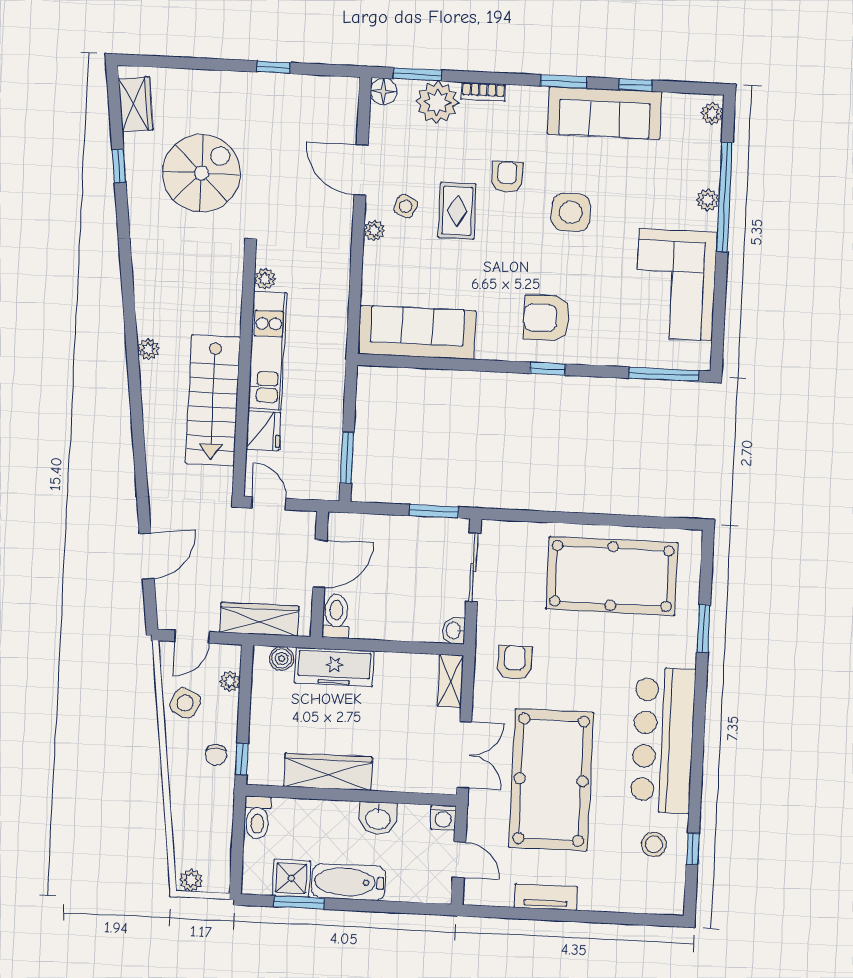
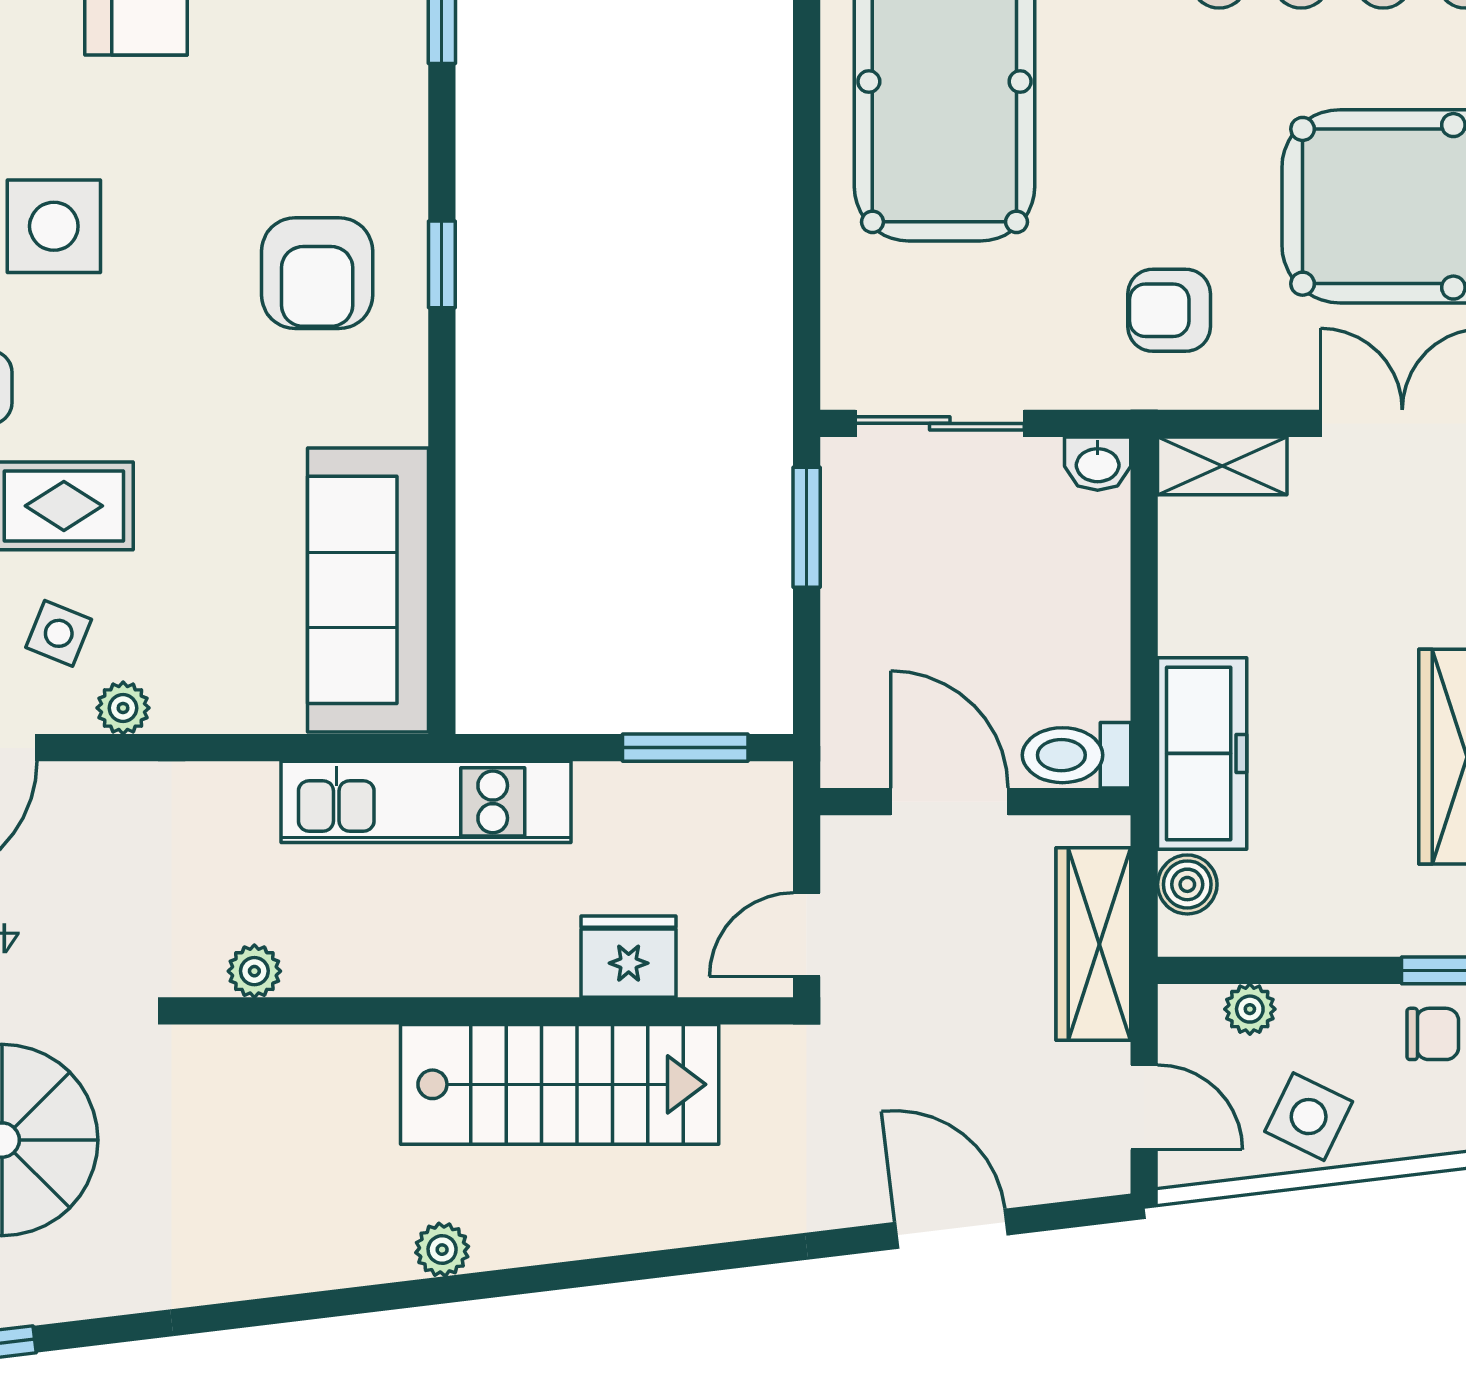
kitchen unit: (267, 351) -> (426, 802), moved, turned 180

